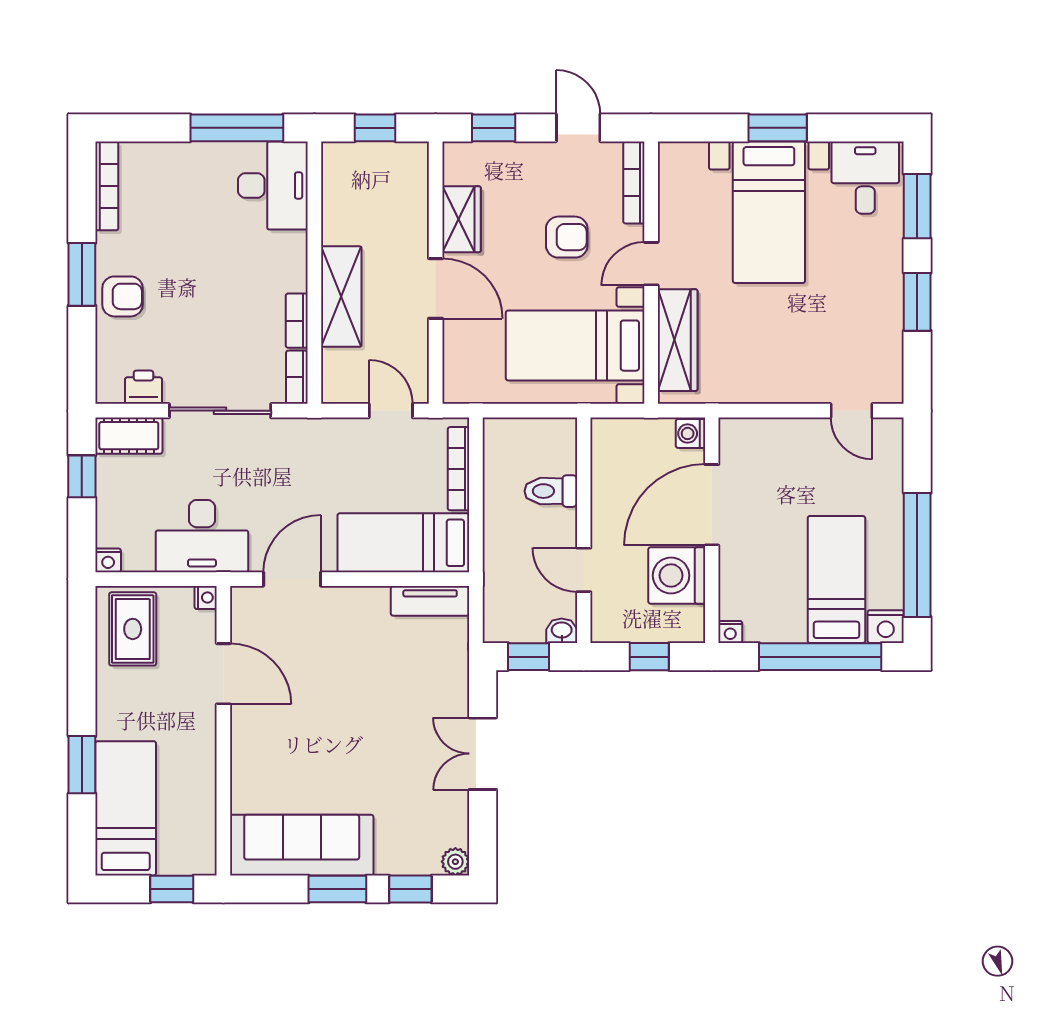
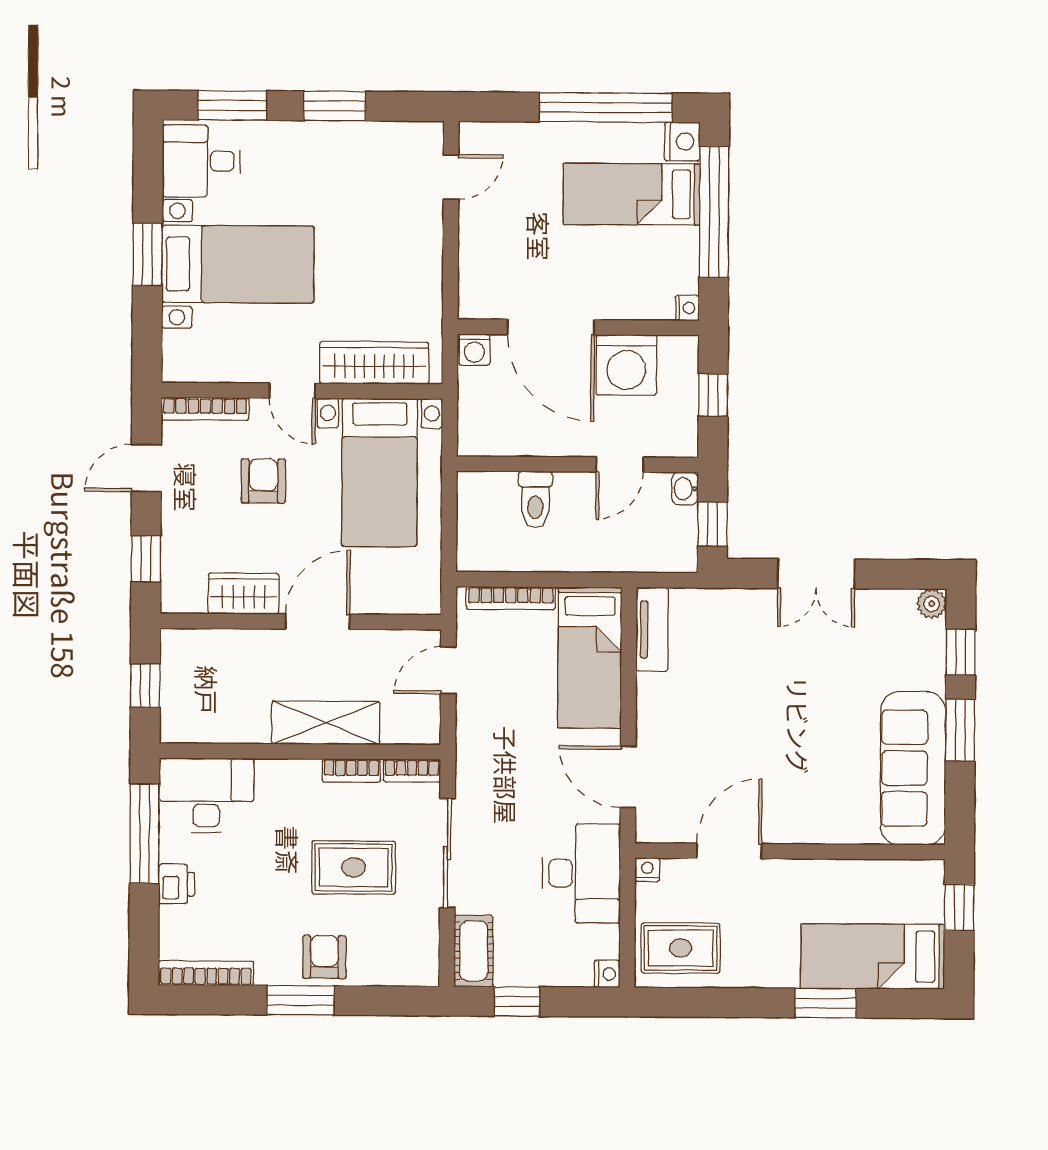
rug: (206, 323) -> (354, 867), added
printer: (144, 387) -> (177, 884), moved, turned 180

